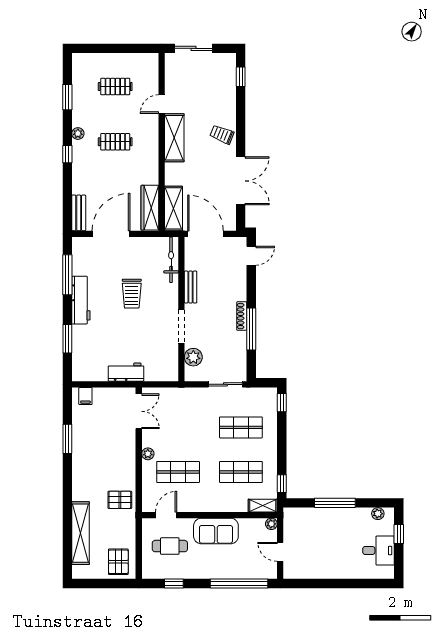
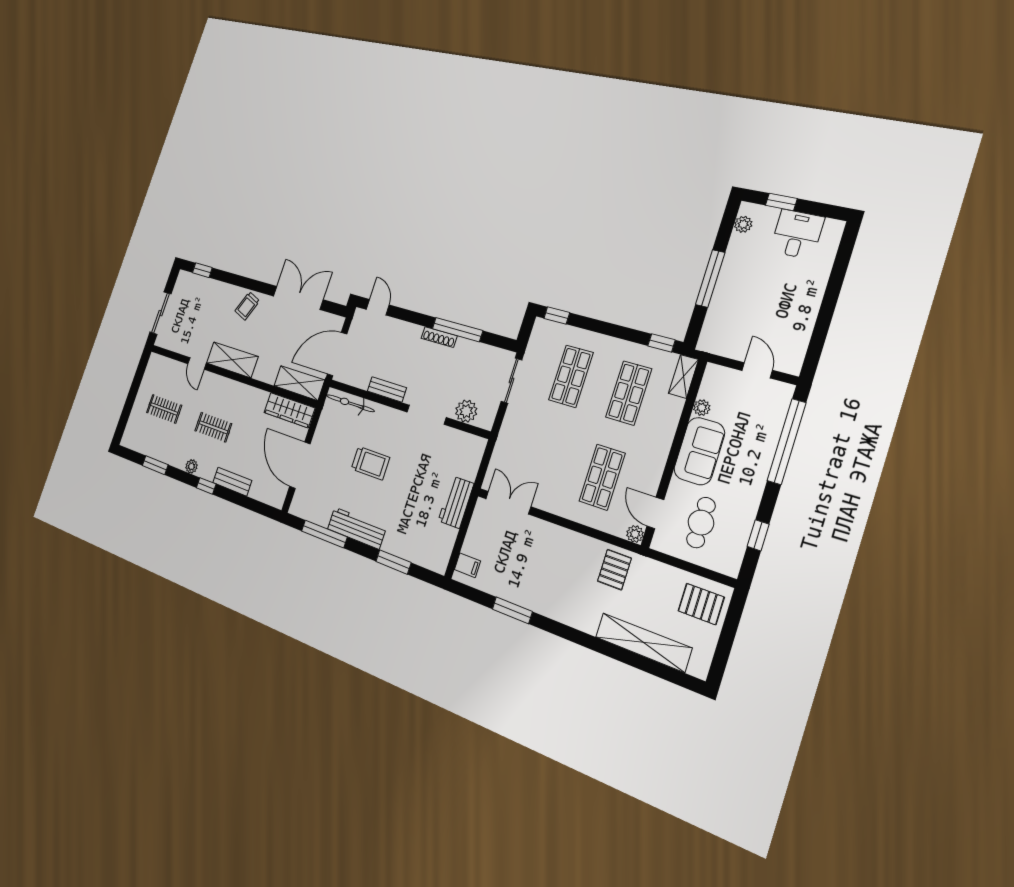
clothes rail: (115, 87) -> (164, 409), turned 90
clothes rail: (115, 142) -> (213, 427), turned 90
bench: (79, 213) -> (232, 482), moved
plant: (148, 454) -> (635, 534), moved
plant: (271, 524) -> (702, 408), moved
door: (280, 552) -> (757, 370), swing flipped

